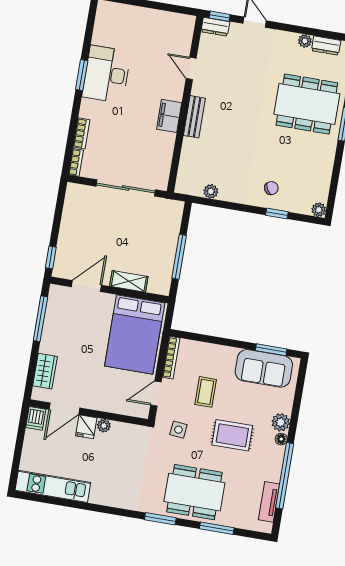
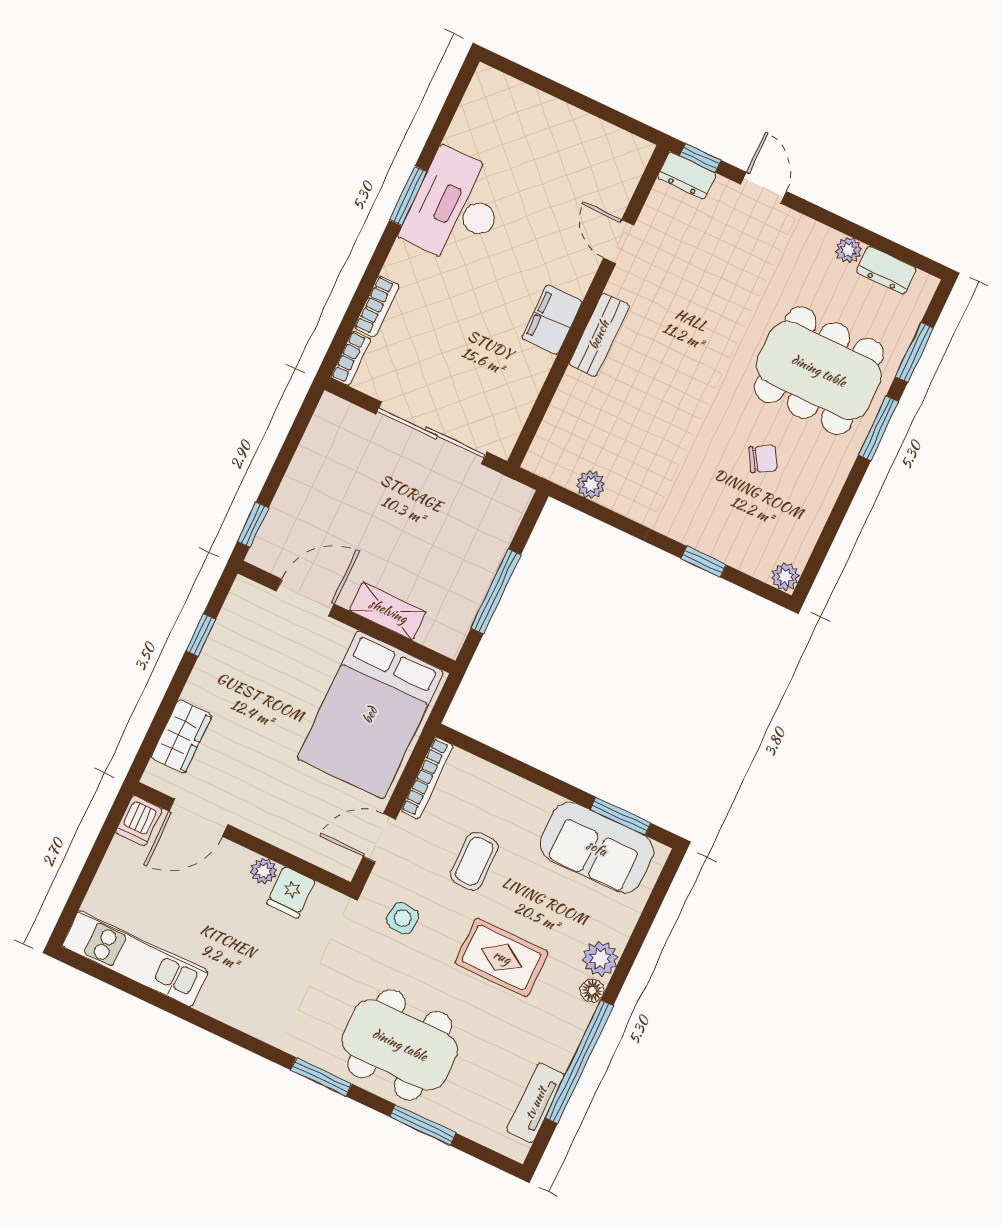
chair: (271, 188) -> (763, 459), moved
window: (40, 319) -> (201, 635), width x0.46
fridge: (86, 427) -> (291, 892), moved

